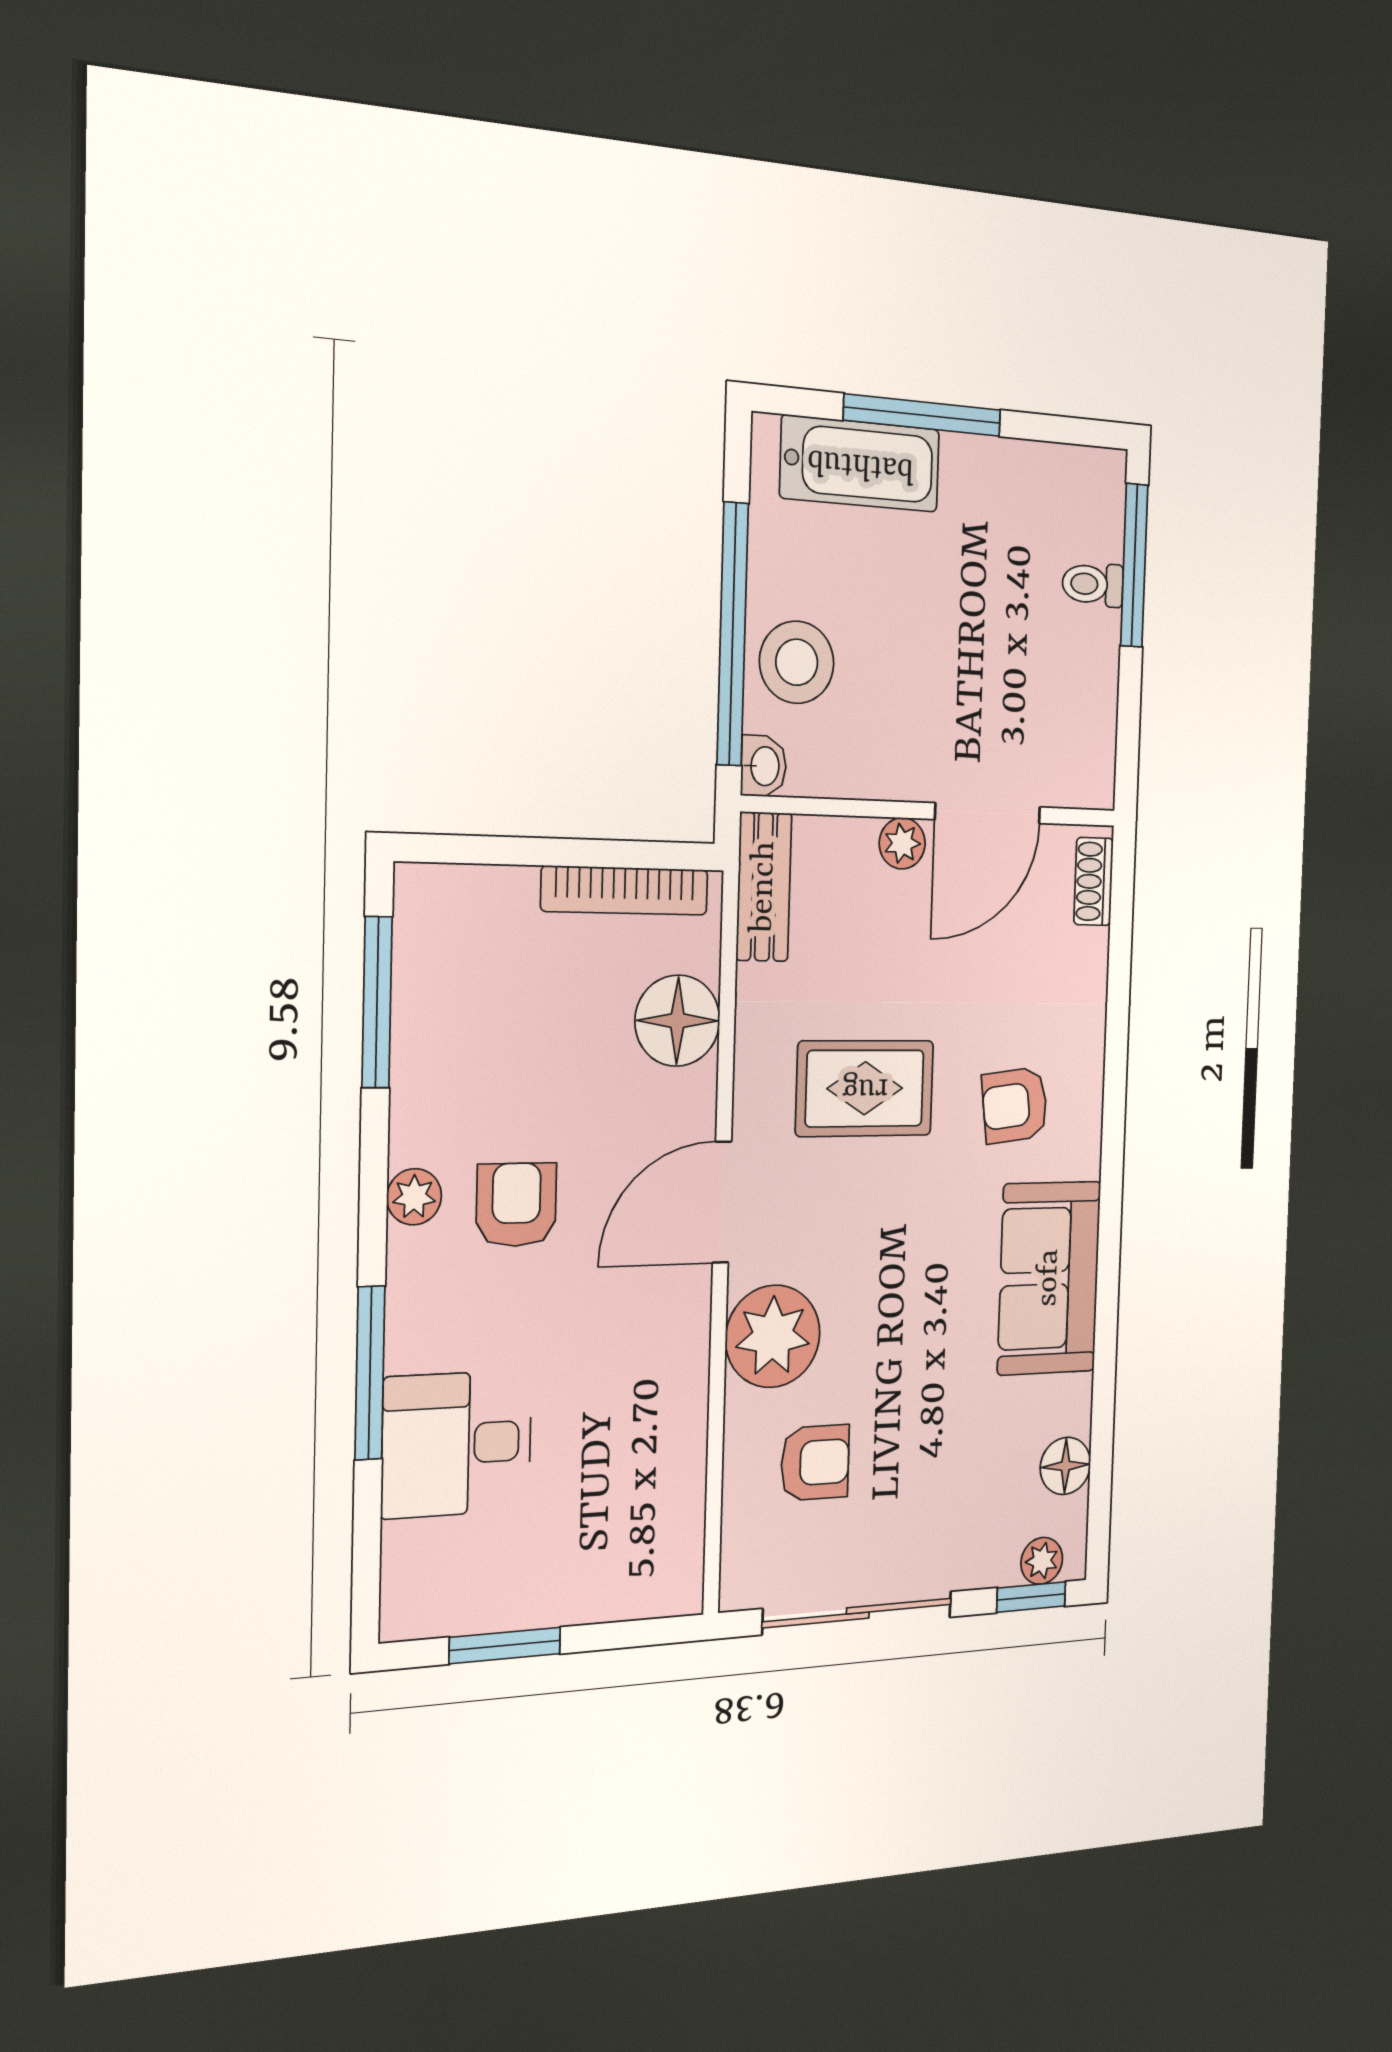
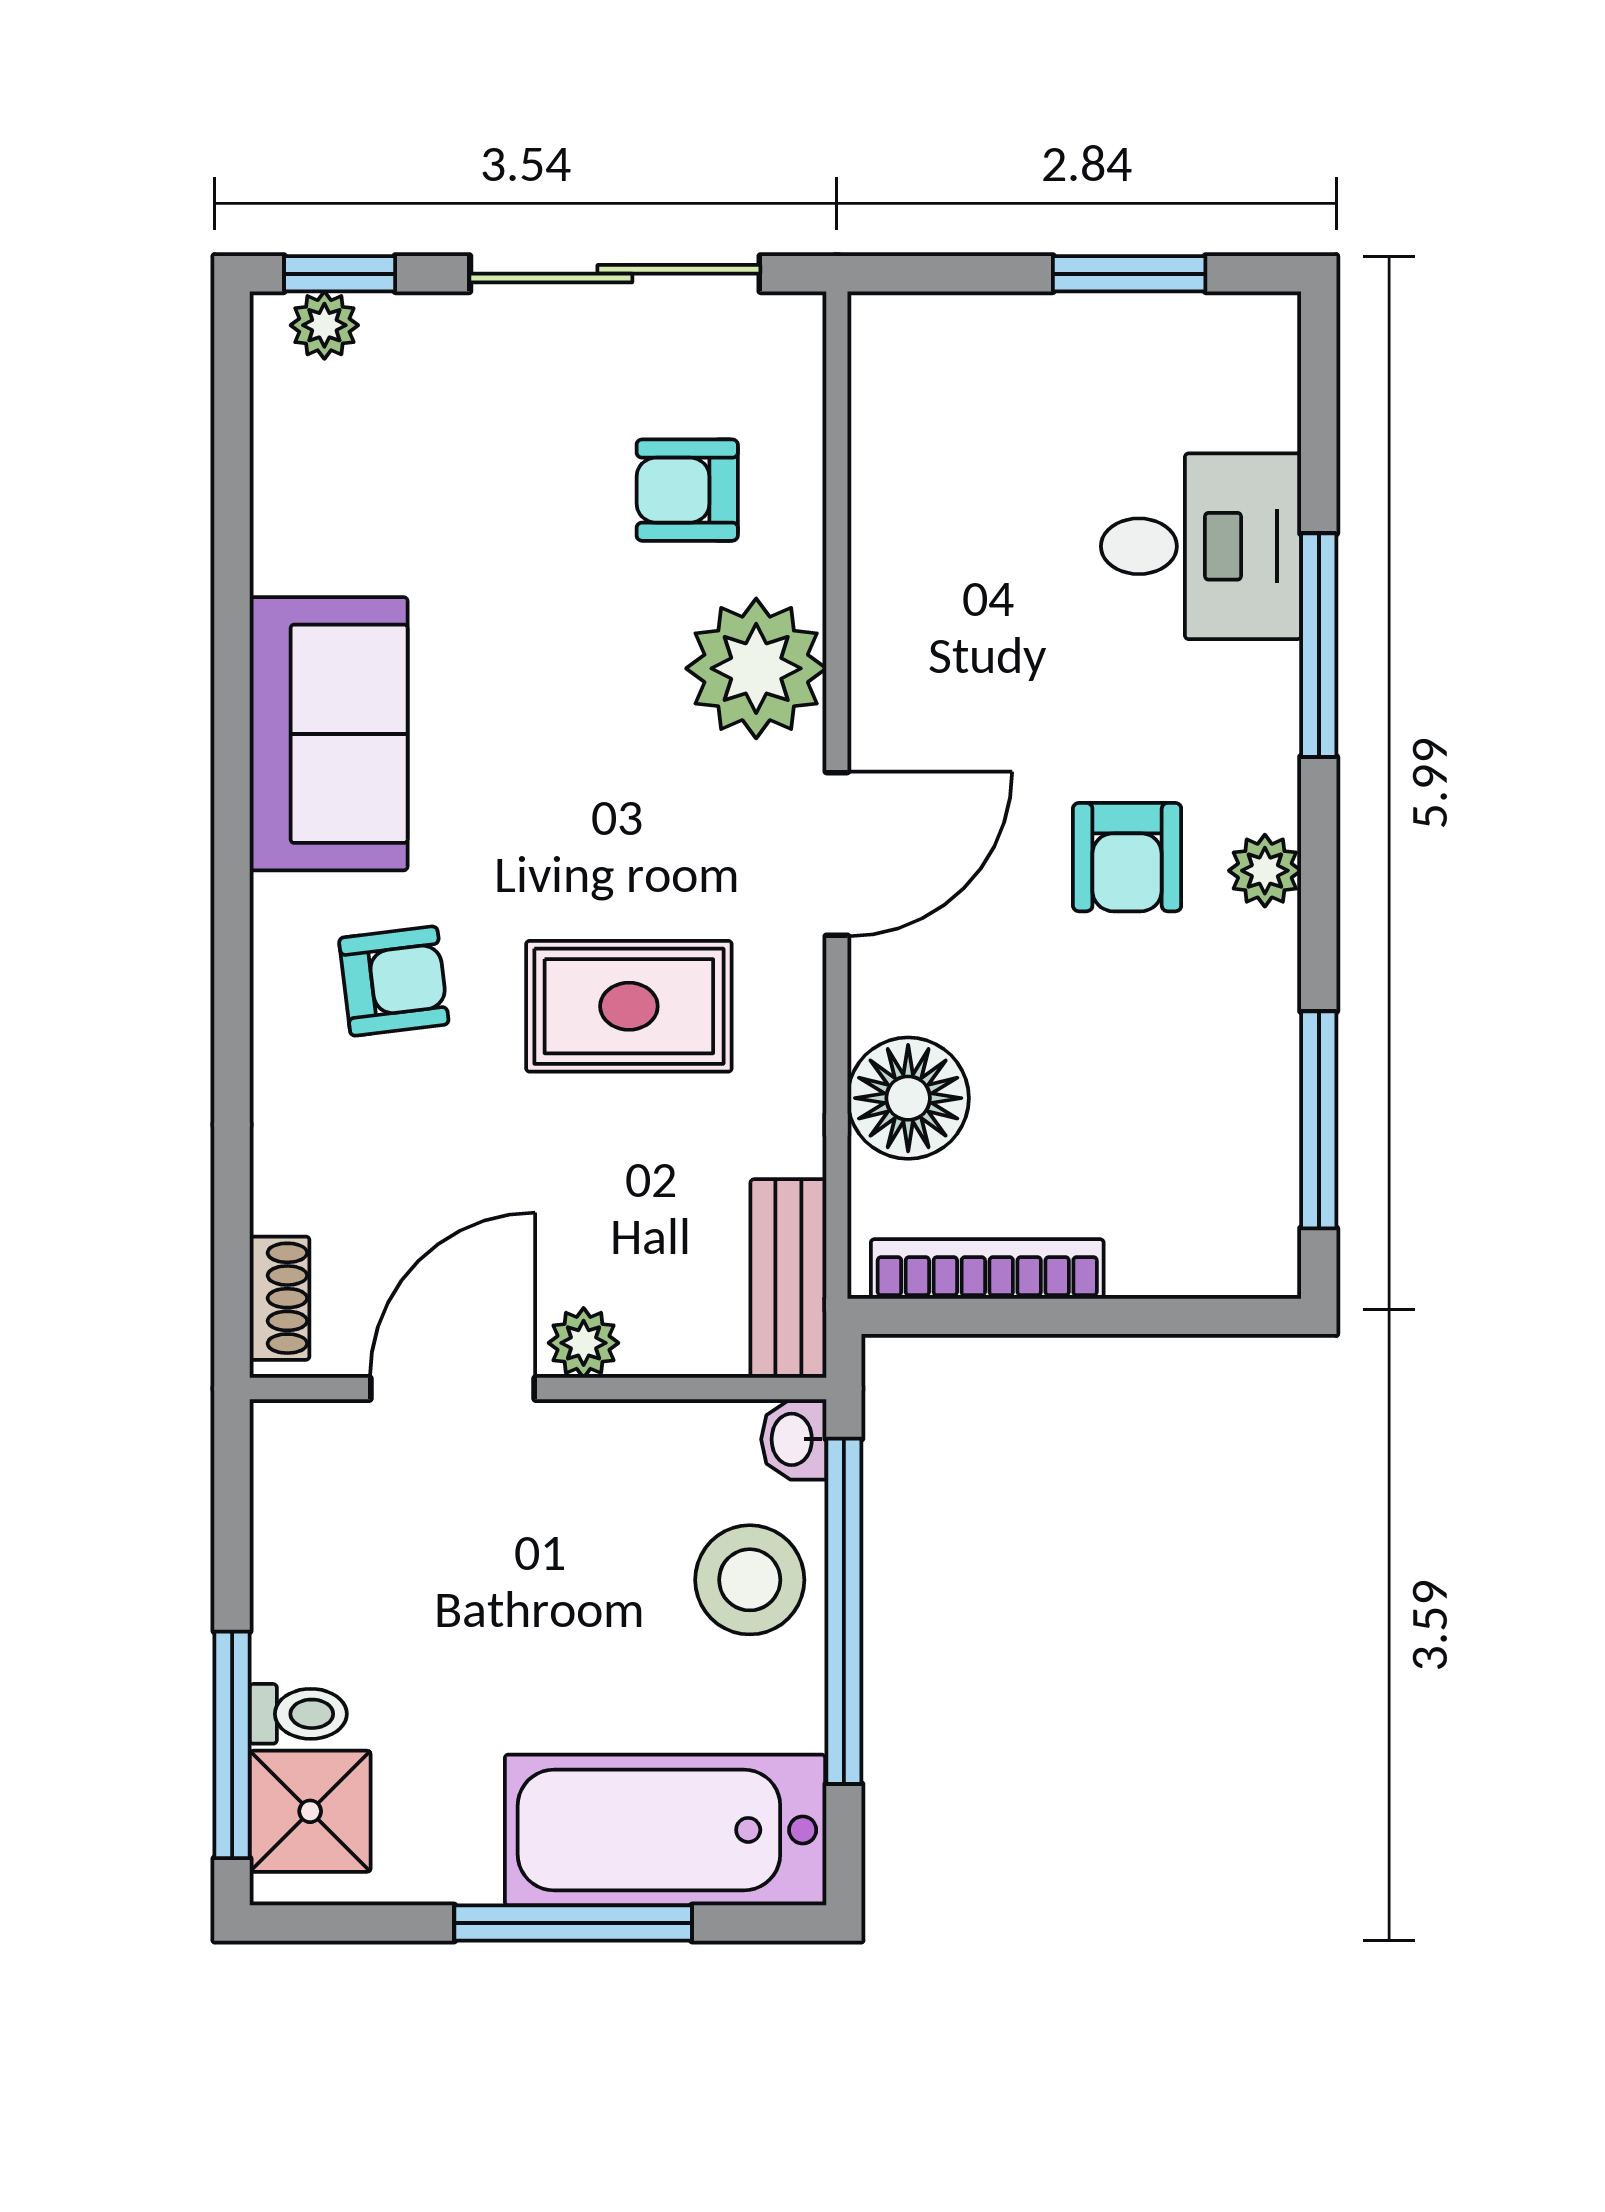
bathtub: (860, 464) -> (665, 1830), width x1.36, depth x1.36
shower: (1088, 514) -> (310, 1811), added
floor lamp: (1065, 1466) -> (291, 461), removed

